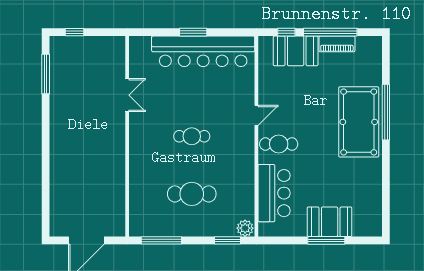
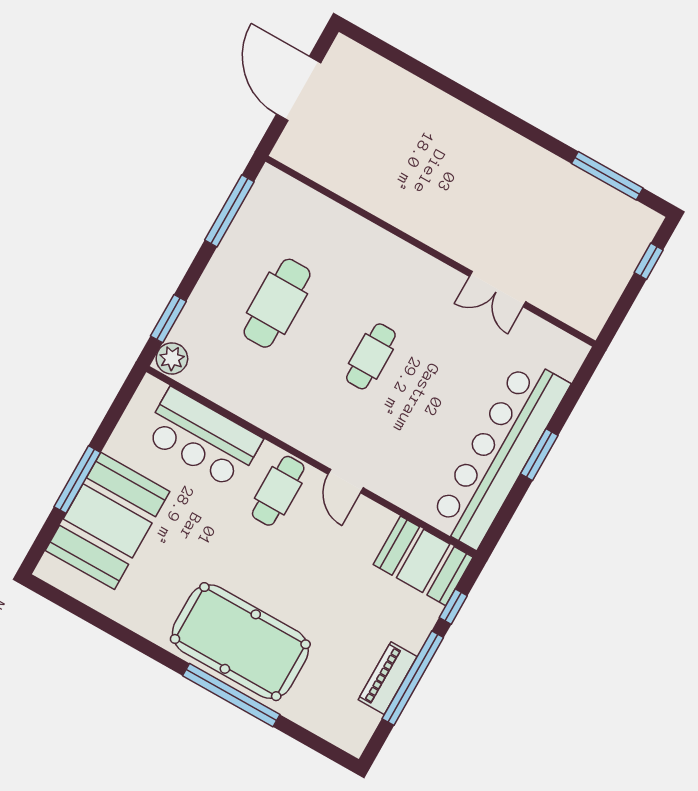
booth: (296, 51) -> (423, 561), moved, turned 90
booth: (330, 222) -> (108, 521), width x1.36, depth x1.42

